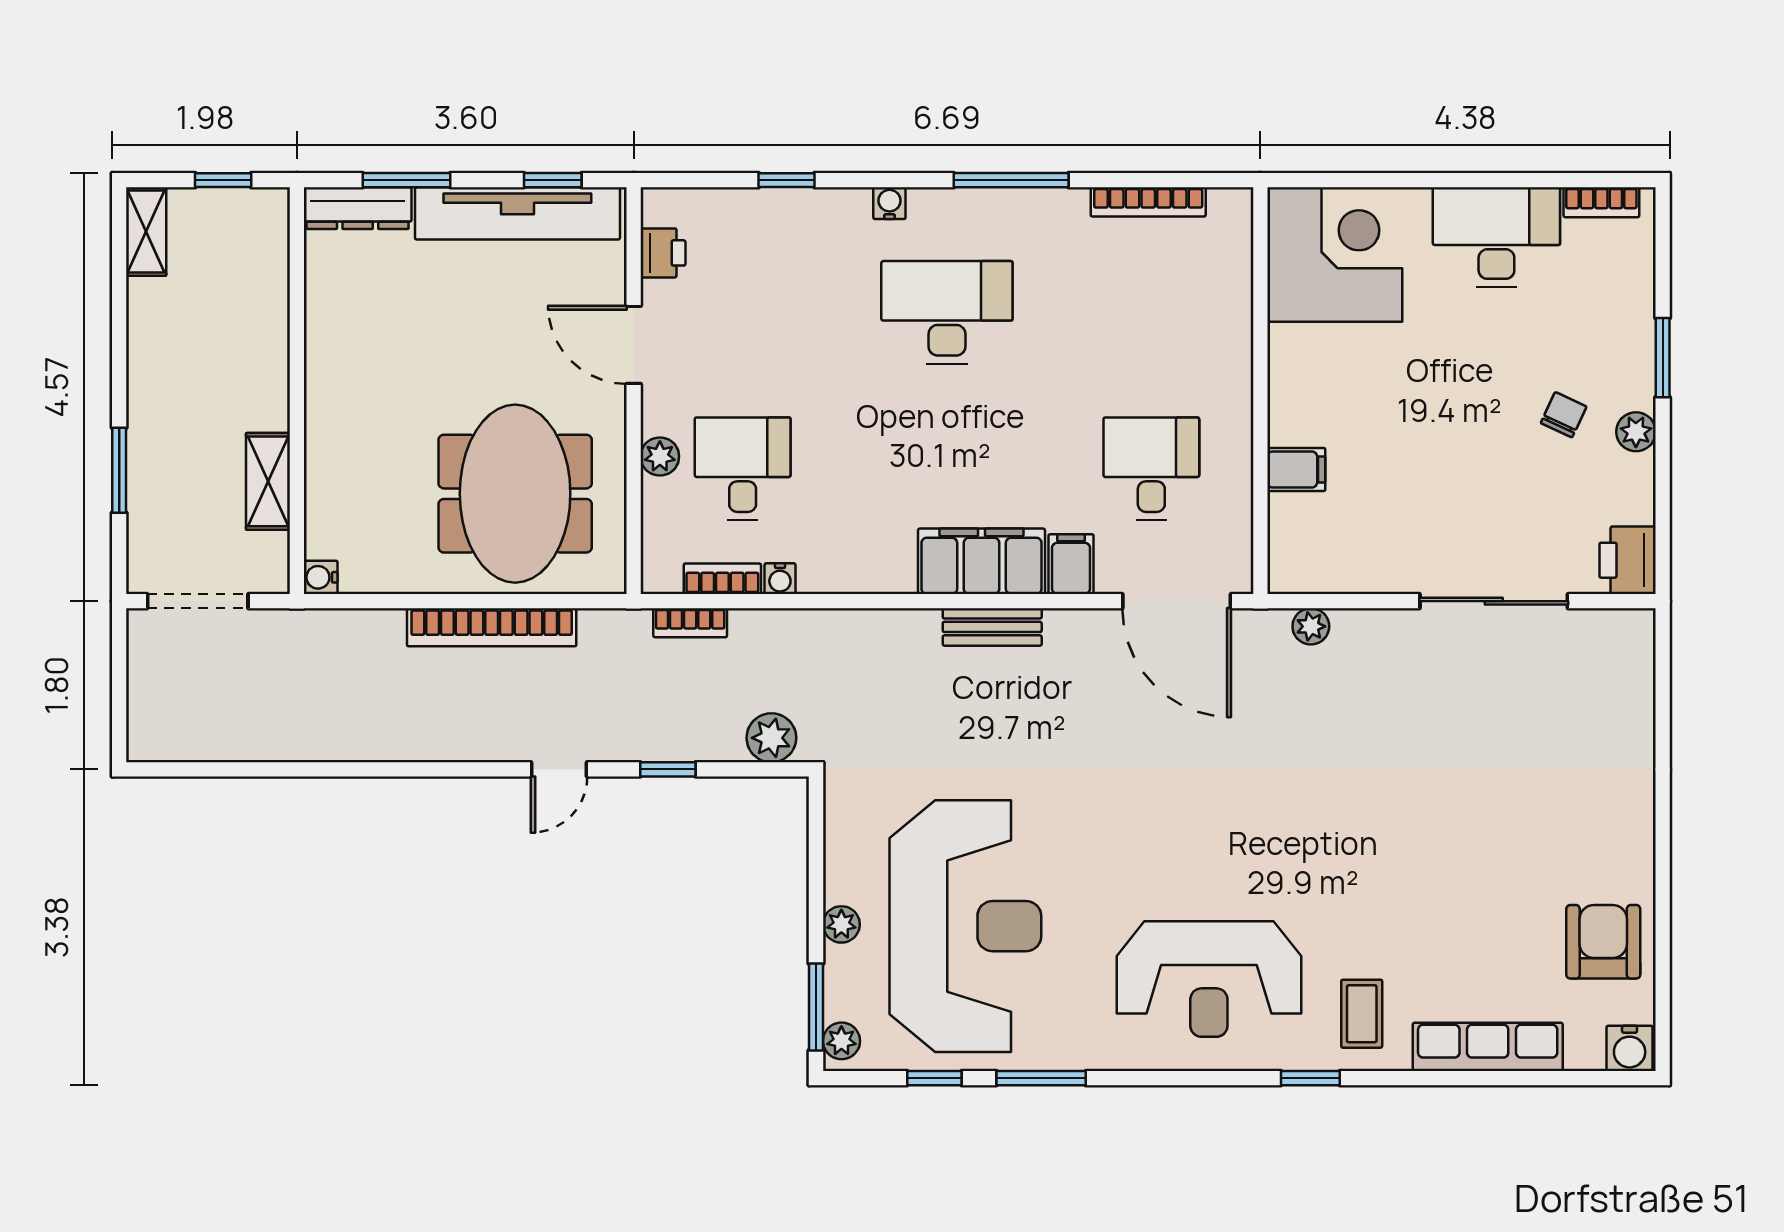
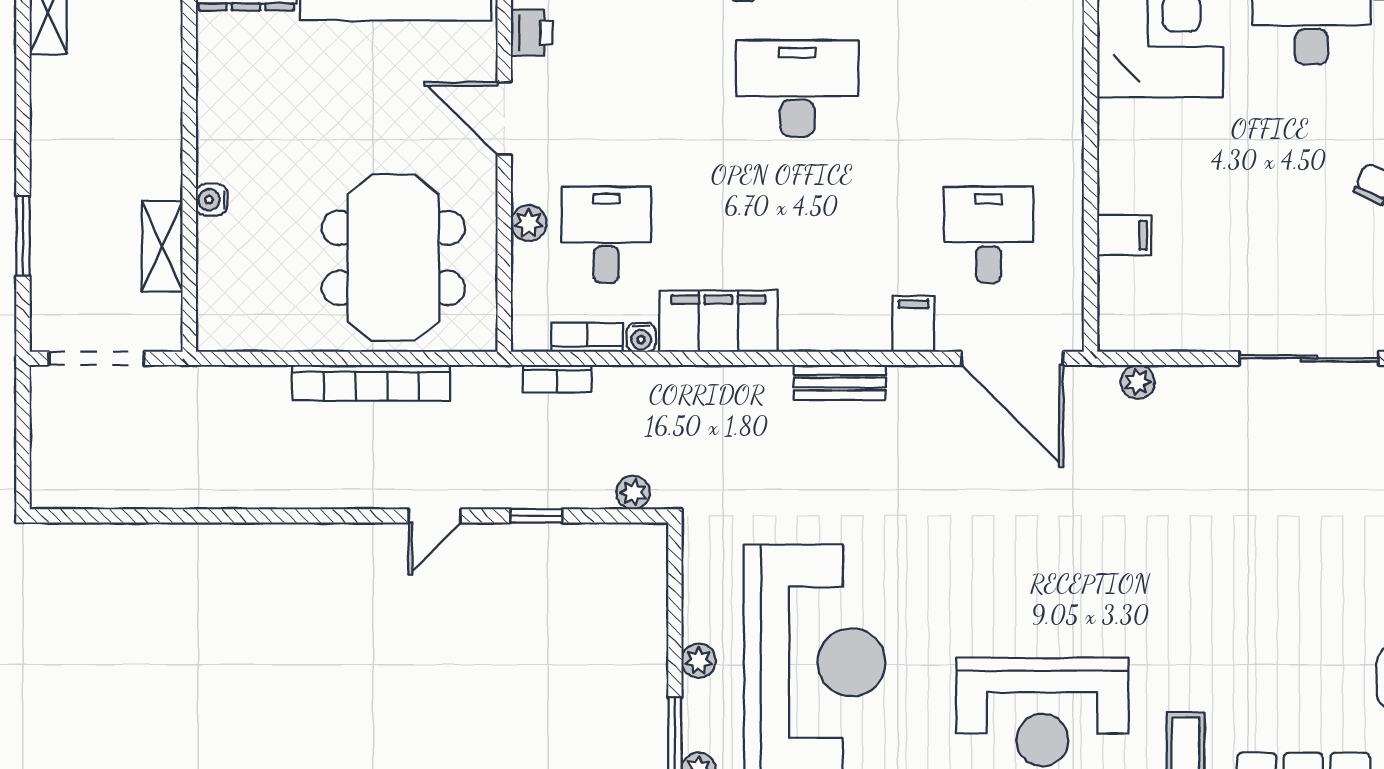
filing cabinet: (981, 561) -> (718, 321), moved
water cooler: (321, 577) -> (211, 200), moved
plant: (771, 738) -> (633, 493), width x0.73, depth x0.73

